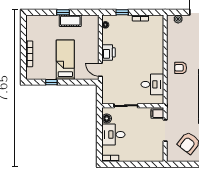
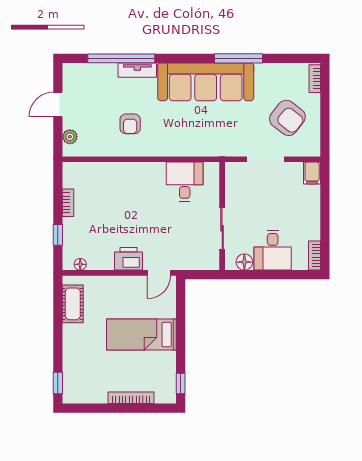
window: (63, 12) -> (58, 383), moved
cot: (70, 21) -> (73, 304), moved
armchair: (181, 68) -> (130, 124), moved
window: (51, 82) -> (181, 383), moved
filing cabinet: (157, 114) -> (312, 173), moved

